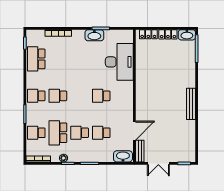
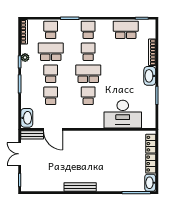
washbasin: (94, 35) -> (150, 76), moved
school desk: (80, 96) -> (88, 74), added

